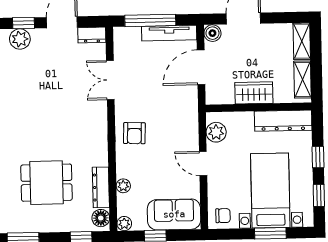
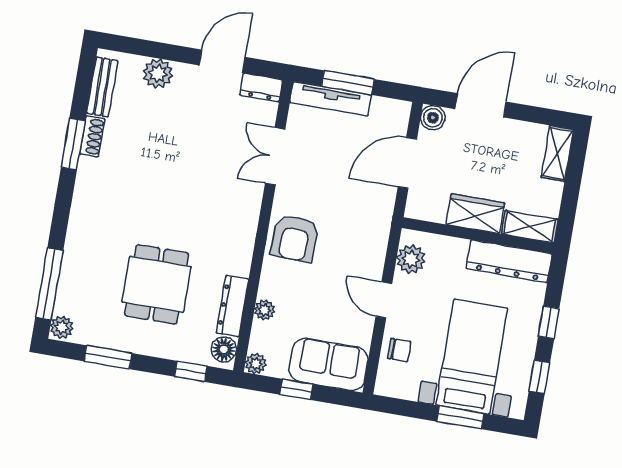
window: (150, 20) -> (348, 83), width x0.69
window: (23, 23) -> (167, 52), removed
tv unit: (169, 33) -> (331, 99), moved
shelving: (303, 79) -> (530, 227), moved, turned 90
armchair: (134, 133) -> (295, 238), width x1.38, depth x1.38
dining table: (47, 183) -> (157, 284), turned 90
chair: (223, 216) -> (399, 350), moved

